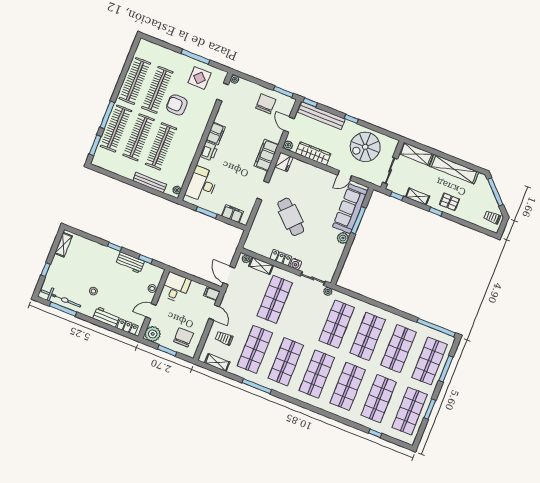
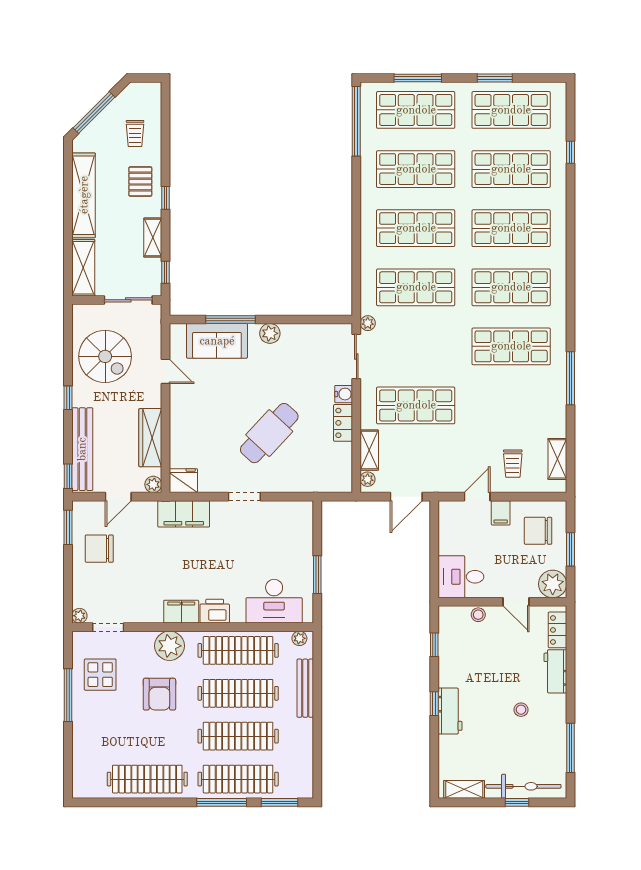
clothes rail: (157, 90) -> (238, 650), moved
plant: (200, 120) -> (169, 646), added
sofa: (350, 209) -> (217, 341), width x0.73
filing cabinet: (232, 214) -> (302, 531), removed
trolley: (492, 217) -> (135, 133), moved
workbench: (130, 263) -> (450, 711), moved
filing cabinet: (212, 294) -> (501, 513), moved
bicycle: (61, 298) -> (523, 786), moved, turned 90
shop shelf: (255, 349) -> (511, 405), removed

